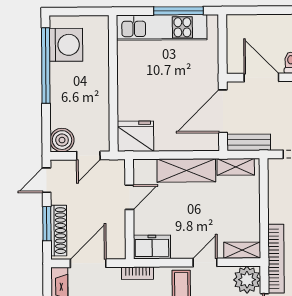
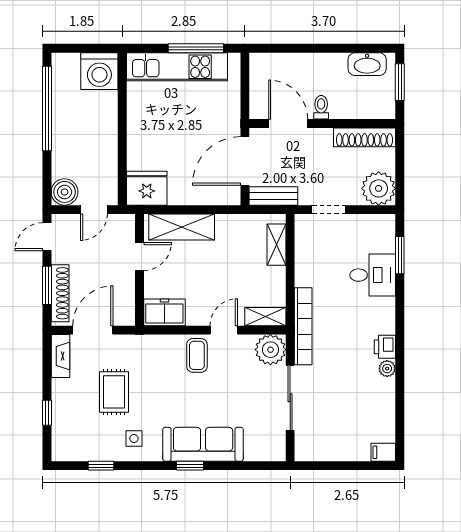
washing machine: (66, 45) -> (99, 71), moved, turned 90
shelving: (236, 167) -> (276, 245), moved, turned 90
shelving: (186, 170) -> (182, 227), moved
bookcase: (138, 273) -> (148, 341), removed

